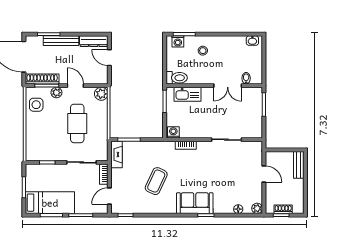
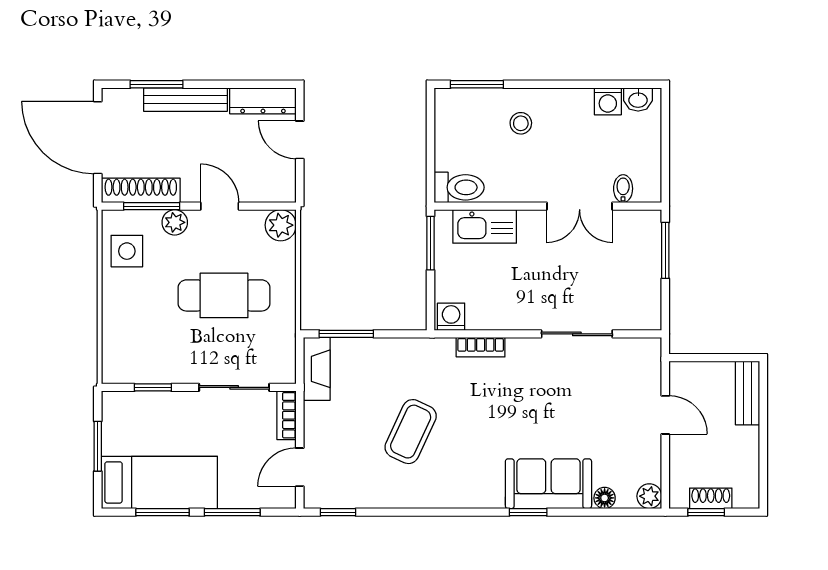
washing machine: (178, 41) -> (608, 101), moved
cafe table: (77, 123) -> (224, 295), turned 90
sofa: (195, 203) -> (548, 484), moved

